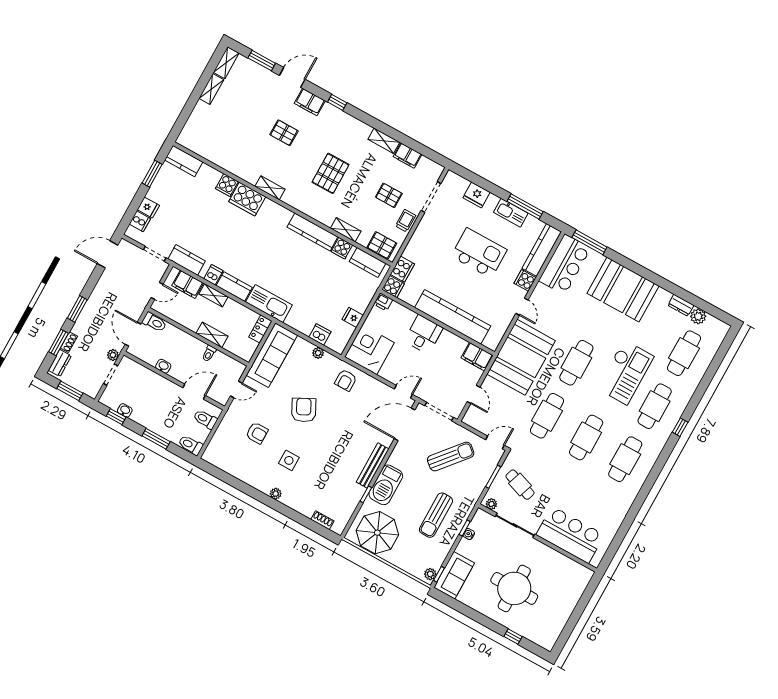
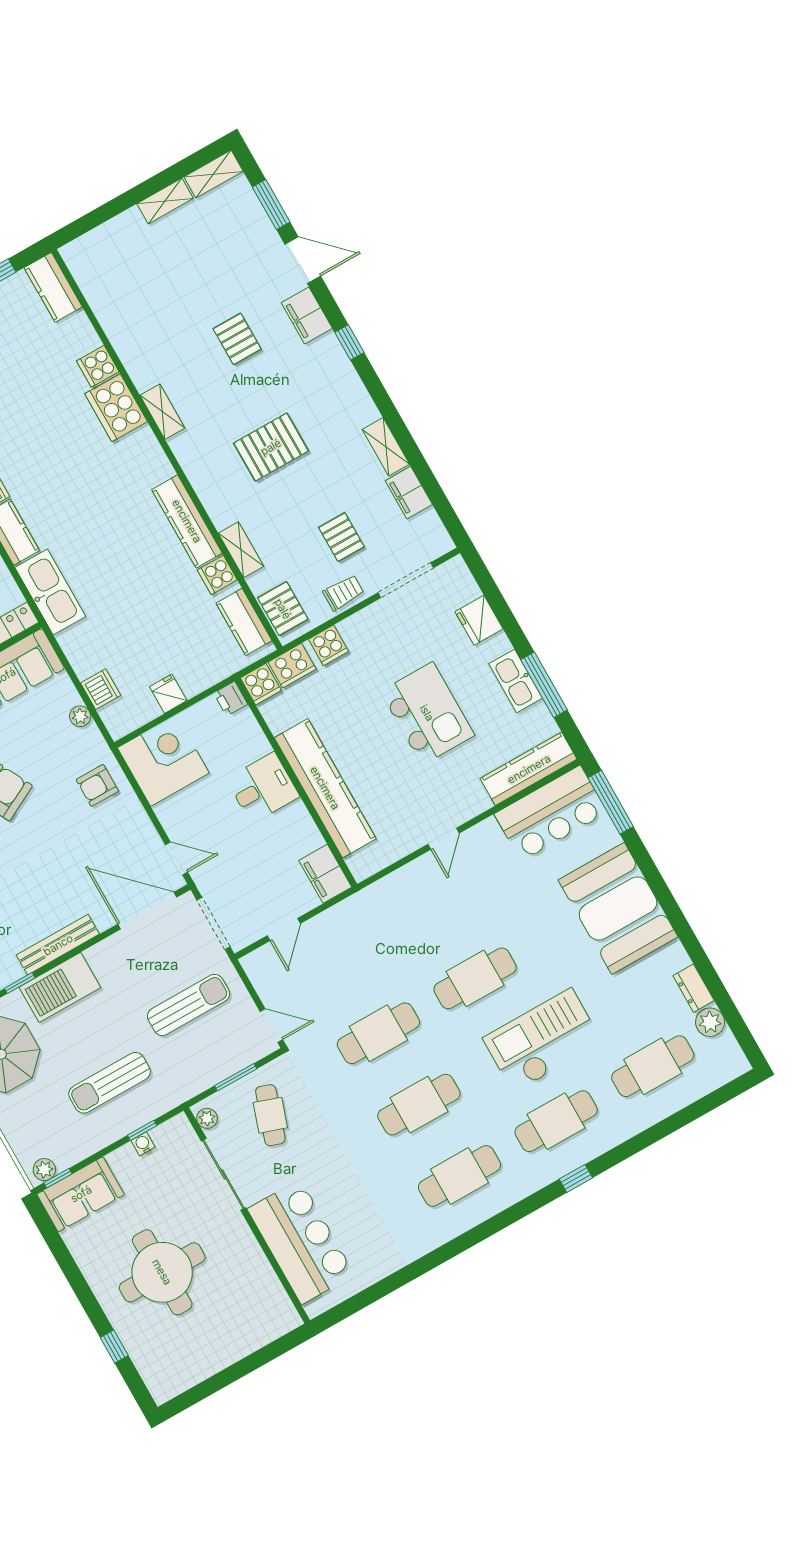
cooker: (525, 280) -> (329, 645), moved, turned 180
booth: (521, 357) -> (394, 917), removed
checkout: (625, 372) -> (543, 1040), turned 180
sun lounger: (451, 457) -> (189, 1005), turned -40

